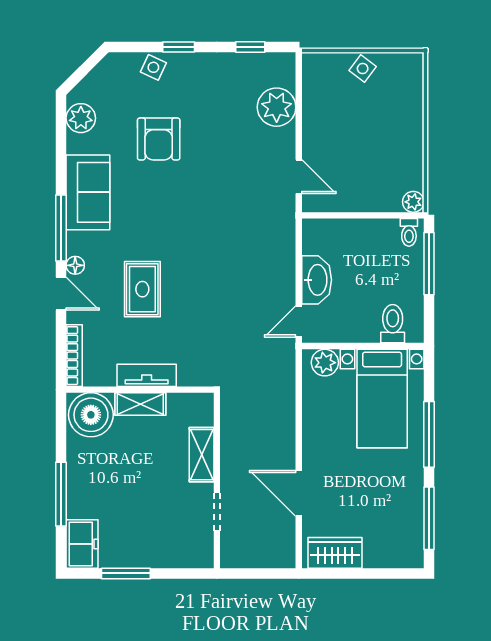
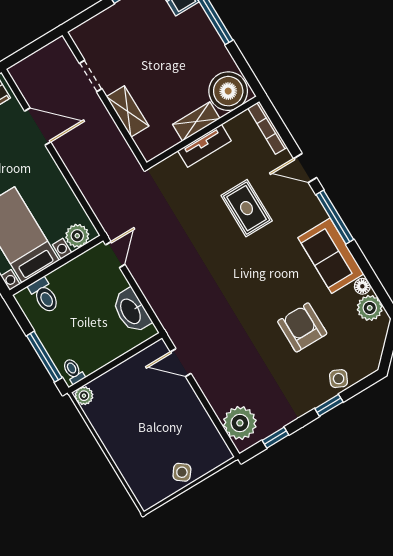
plant: (277, 107) -> (240, 423), moved
floor lamp: (75, 265) -> (362, 286), moved
washbasin: (317, 280) -> (131, 311), moved

